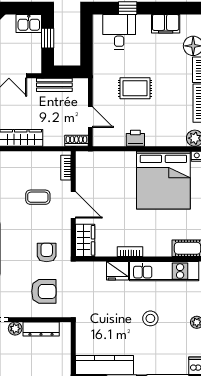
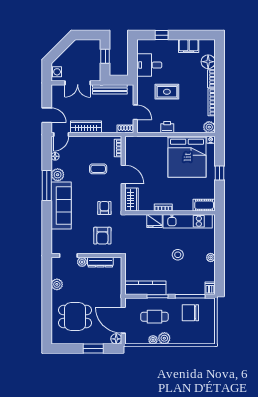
kitchen sink: (29, 23) -> (92, 46), removed
desk: (119, 32) -> (149, 65), moved, turned -90
bench: (54, 85) -> (110, 89), width x1.36
armchair: (44, 291) -> (102, 236), turned 90

